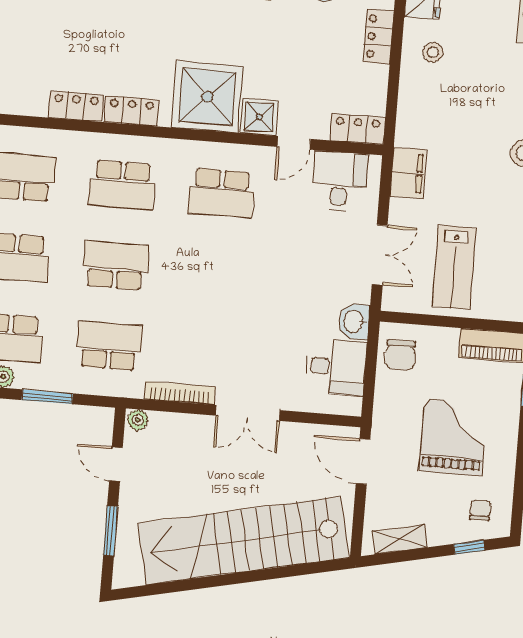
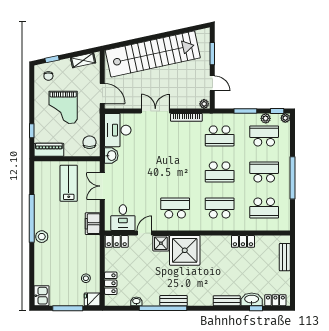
locker: (132, 111) -> (218, 241), removed
desk: (336, 367) -> (118, 130), width x1.37

